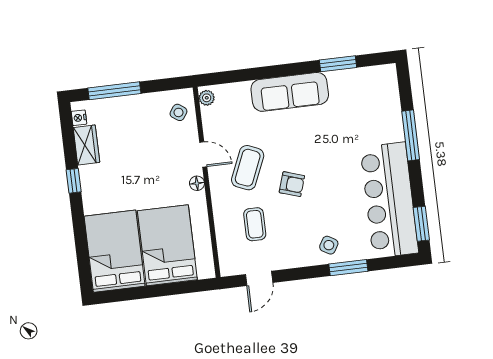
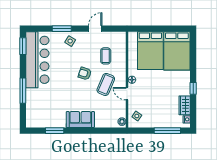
sofa: (290, 92) -> (80, 120), width x0.73
door: (259, 278) -> (95, 29), moved

